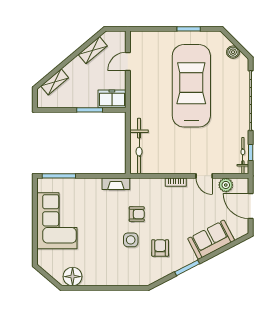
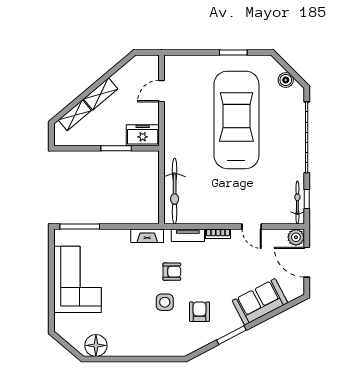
shelving: (93, 50) -> (101, 94), moved
tv unit: (150, 183) -> (188, 235), added
plant: (226, 185) -> (296, 237), moved

